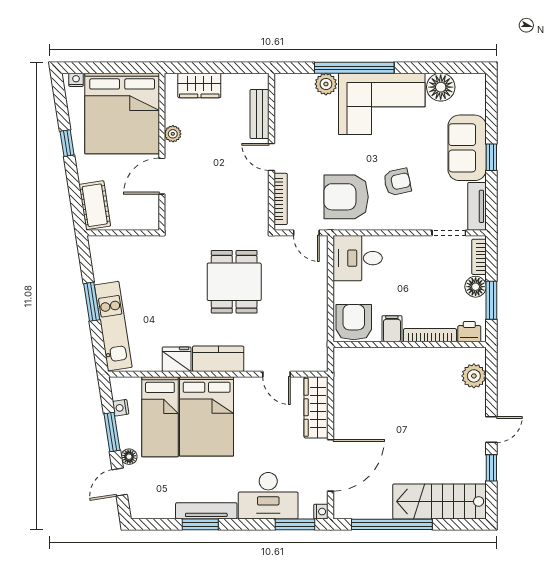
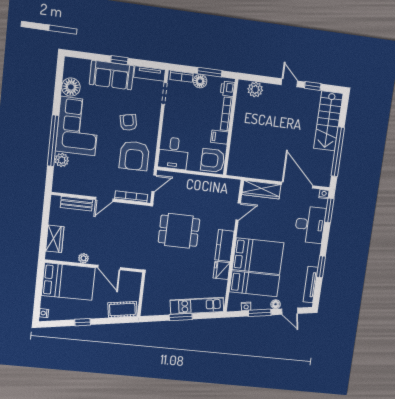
bed: (122, 114) -> (68, 282), width x0.73
tv unit: (206, 511) -> (310, 285), moved

